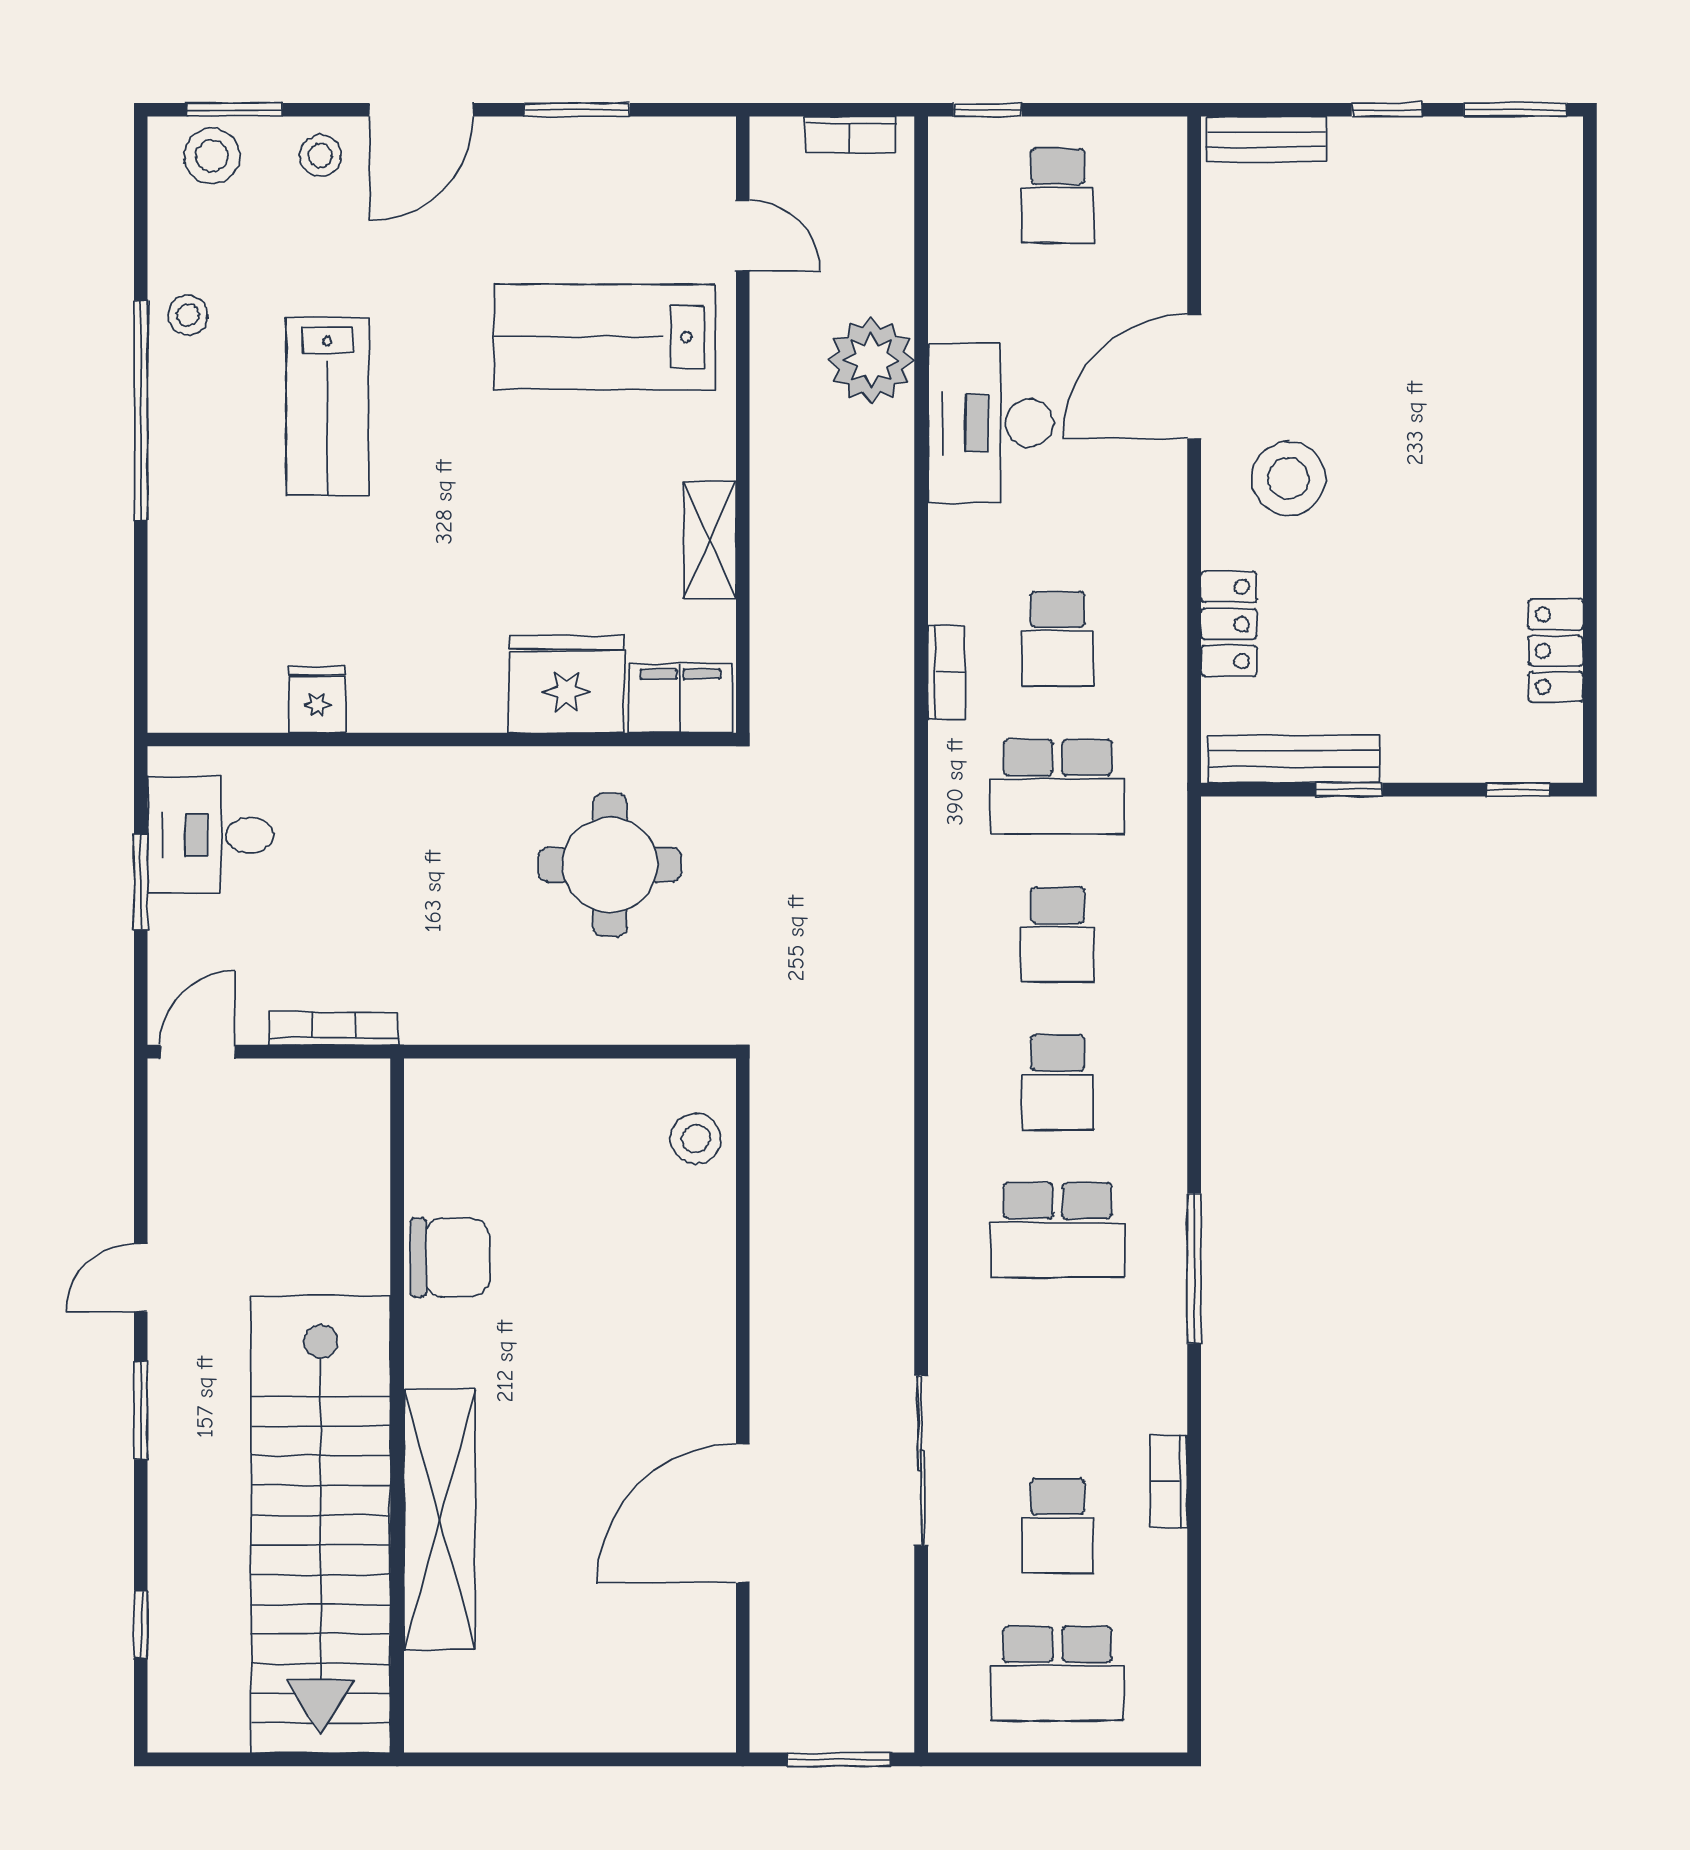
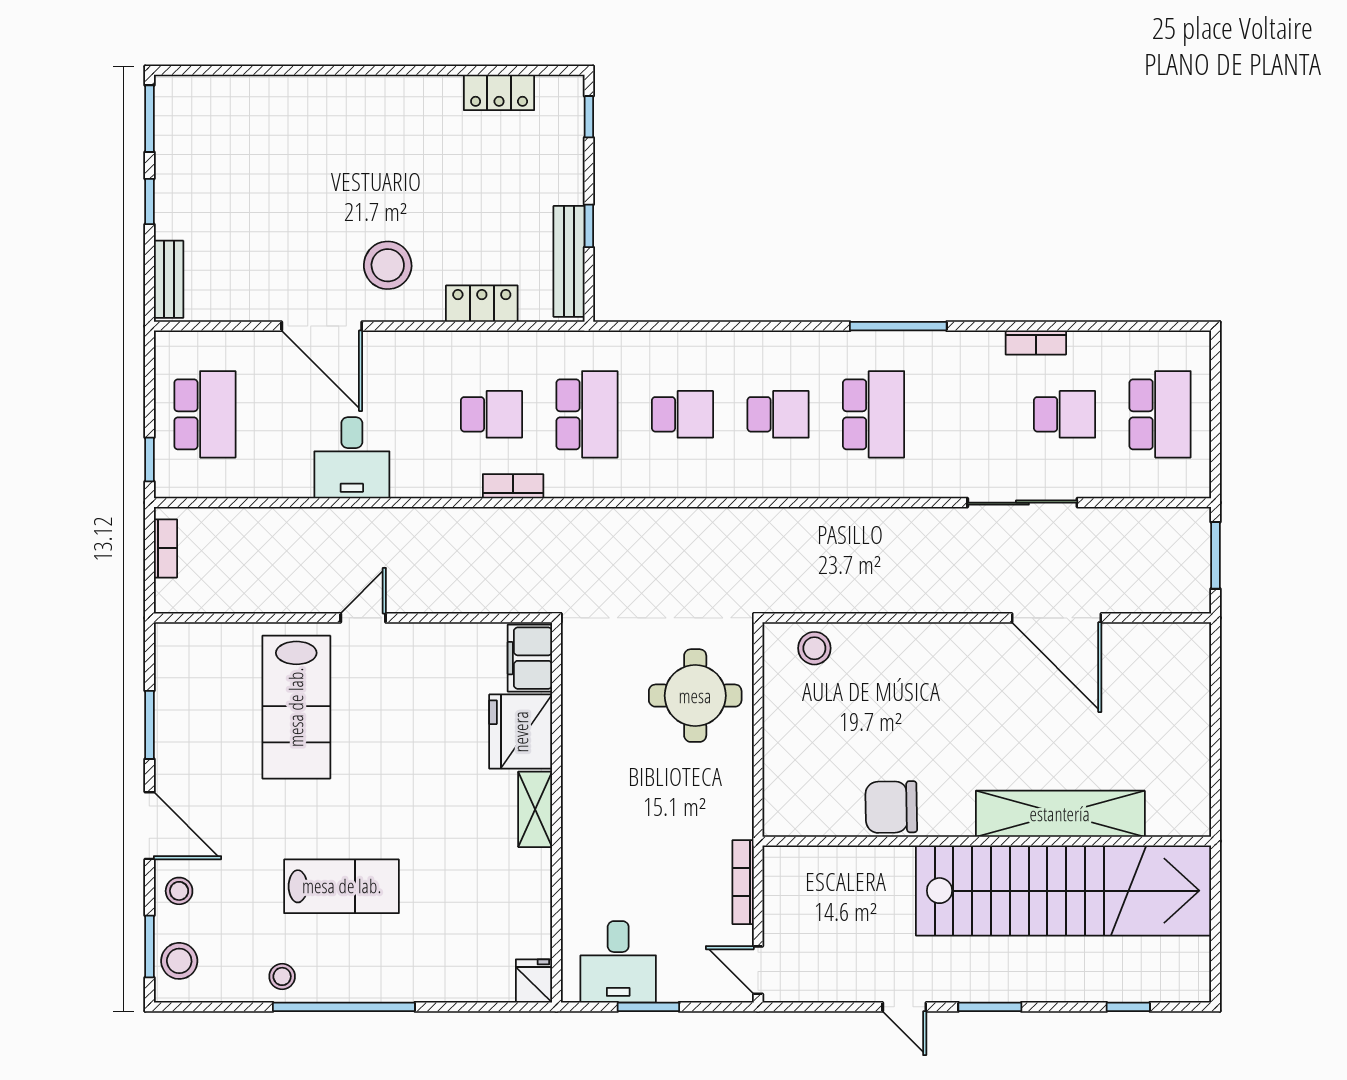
school desk: (1058, 196) -> (205, 414), width x1.85
door: (743, 236) -> (363, 618), moved
plant: (871, 360) -> (311, 535), removed
desk: (990, 423) -> (352, 458), width x0.73
shelving: (710, 540) -> (535, 809), moved, turned 90
fridge: (317, 699) -> (534, 981), moved, turned 90
round table: (610, 865) -> (695, 696), moved
chair: (450, 1258) -> (891, 807), turned -91

